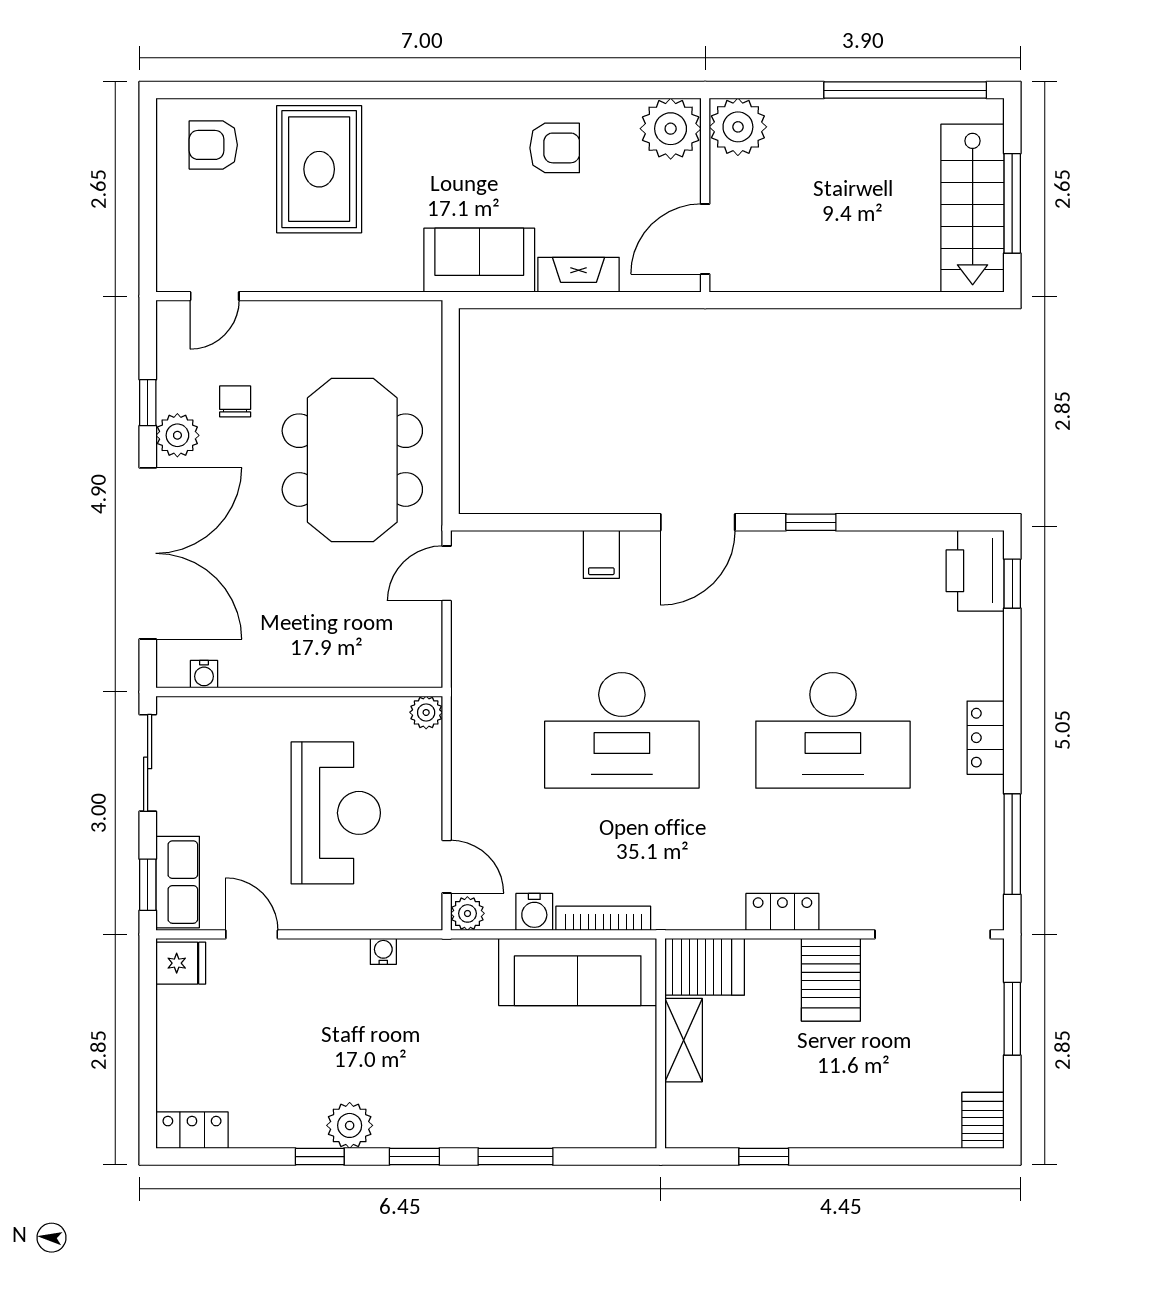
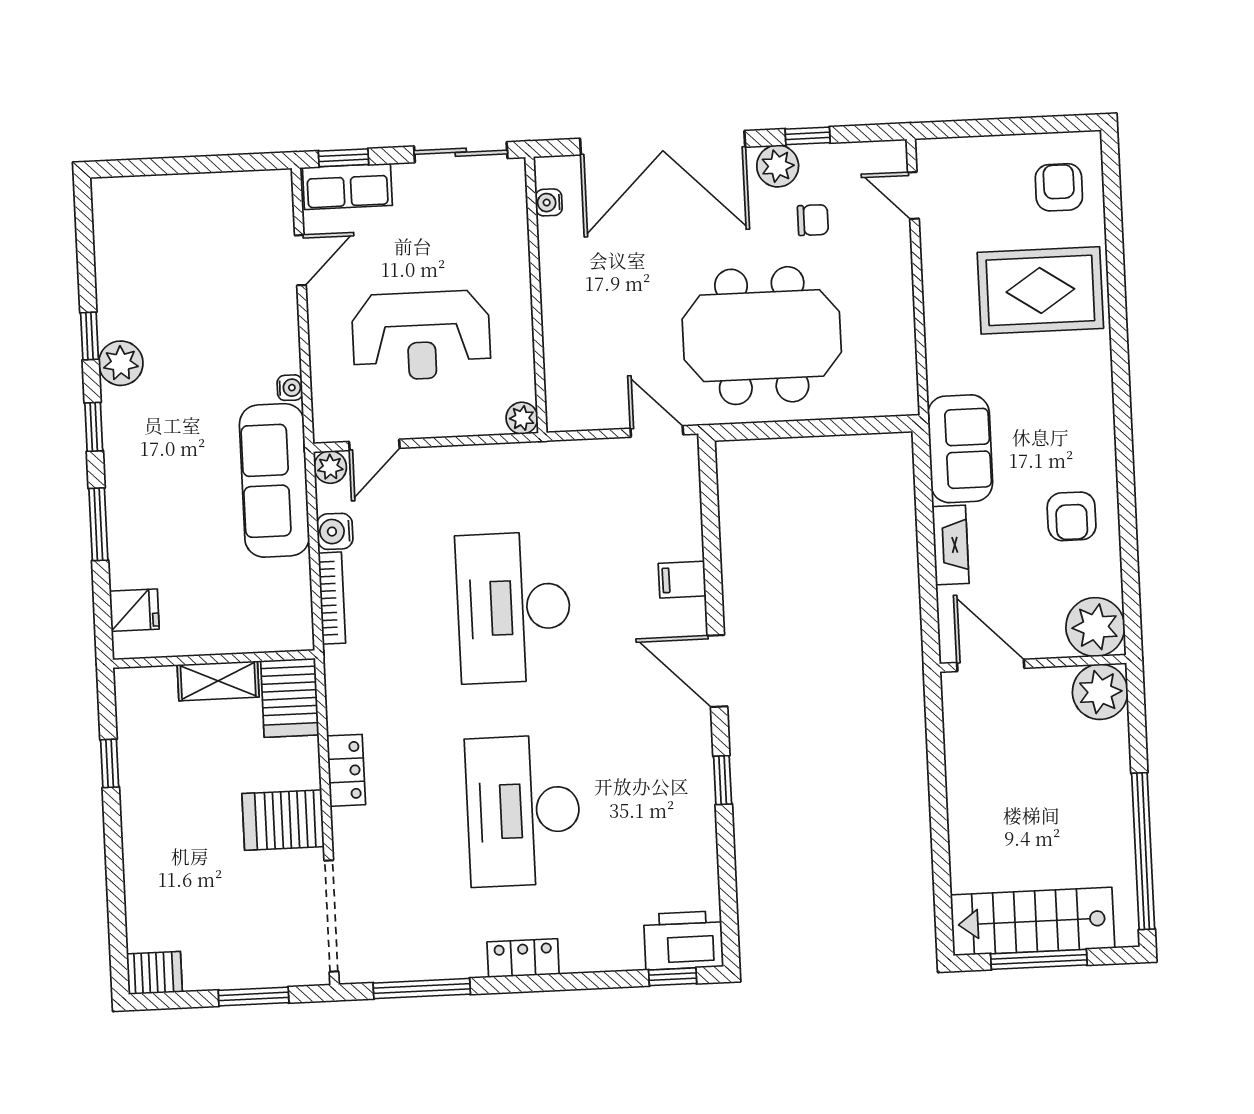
fridge: (181, 963) -> (134, 610), moved, turned -90
sofa: (578, 972) -> (274, 480), moved
locker: (192, 1130) -> (109, 212), removed

